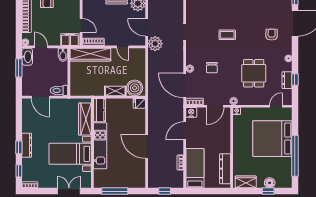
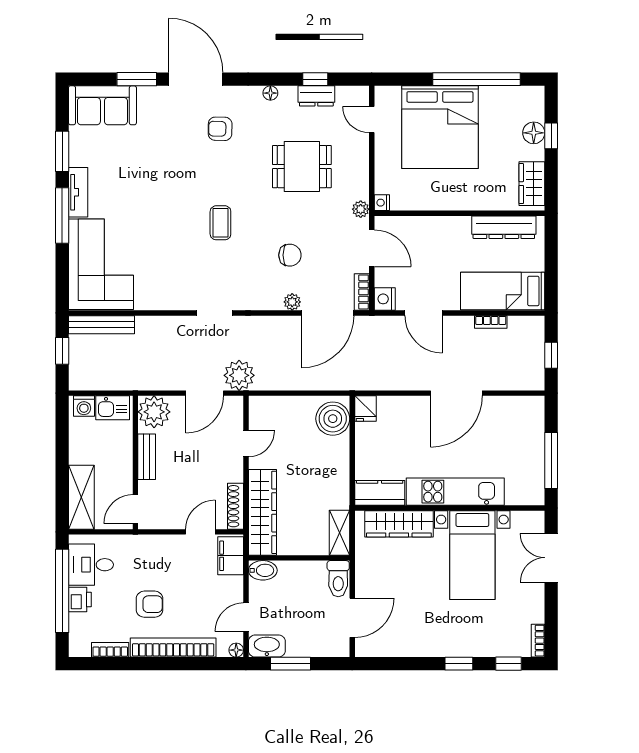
shelving: (115, 91) -> (339, 533), moved
dresser: (27, 145) -> (454, 647), removed

